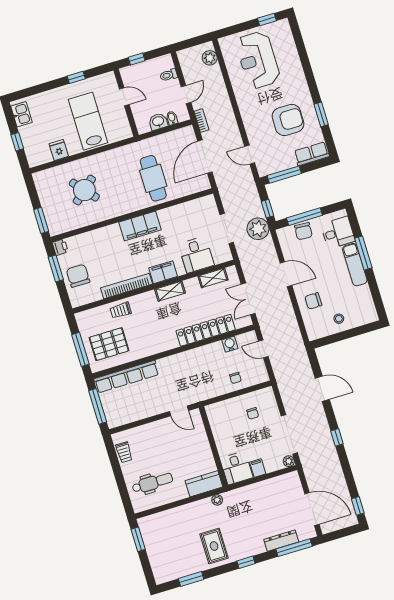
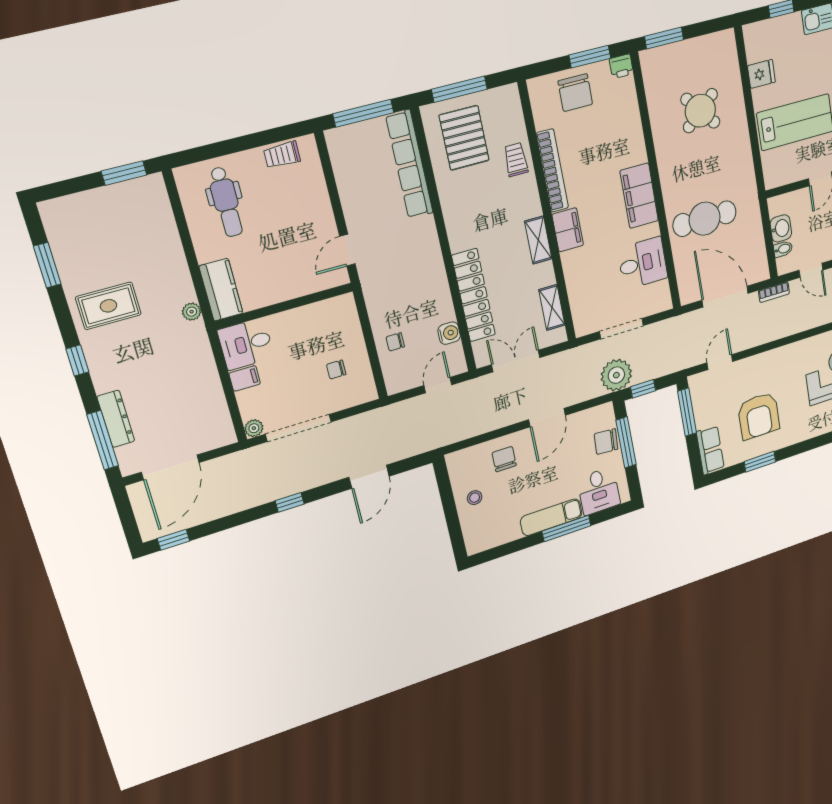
desk: (196, 255) -> (643, 263), moved, turned 180
chair: (78, 276) -> (575, 93), turned 90

